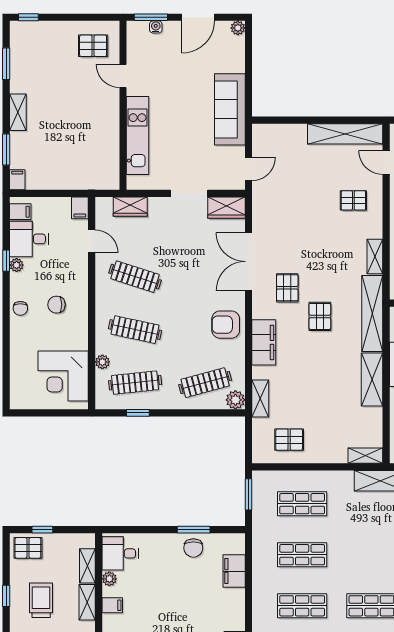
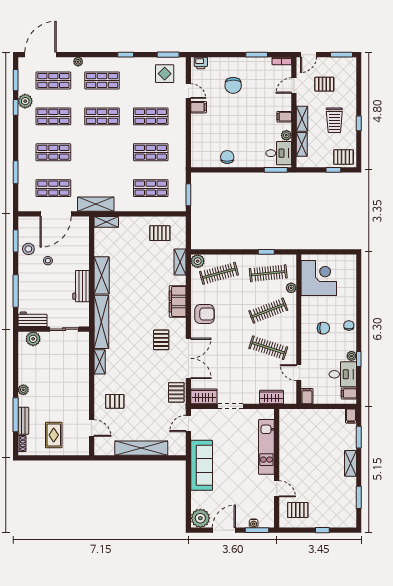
window: (28, 17) -> (322, 530), moved
plant: (238, 28) -> (200, 518), width x1.88, depth x1.88
shelving: (345, 134) -> (141, 448), moved
pallet: (320, 316) -> (176, 392), moved
clothes rail: (135, 330) -> (268, 311), turned -33
window: (194, 530) -> (276, 170), moved
filing cabinet: (234, 571) -> (199, 107), moved, width x0.50

